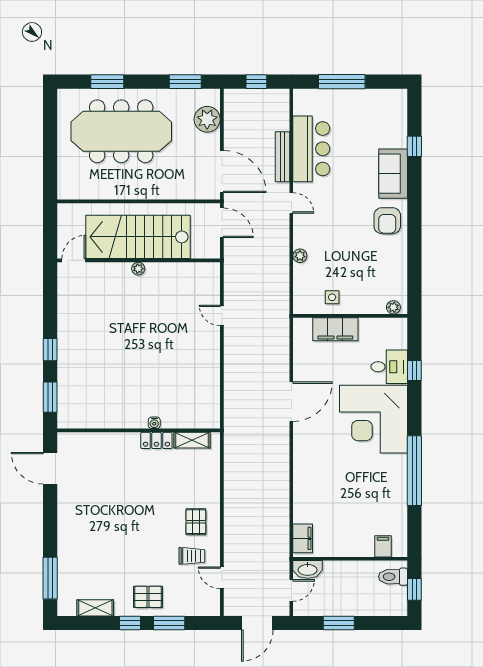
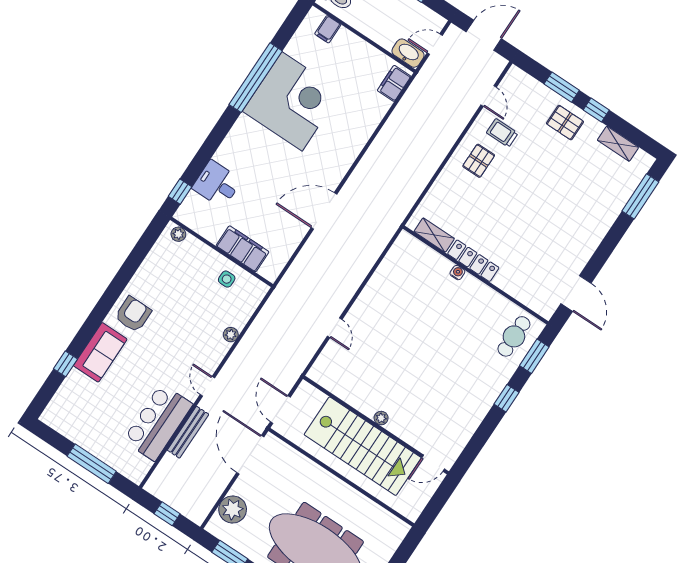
window: (414, 371) -> (180, 192), moved
cafe table: (76, 402) -> (514, 336), added
corner desk: (374, 419) -> (292, 101), moved
locker: (156, 440) -> (473, 261), width x1.53

